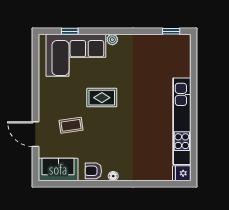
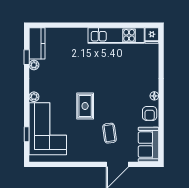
window: (171, 31) -> (27, 57), moved
plant: (148, 40) -> (34, 65), added
kitchen counter: (173, 43) -> (37, 43), added
kitchen unit: (182, 121) -> (116, 35), width x0.73

